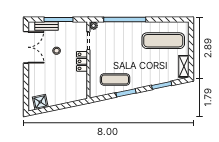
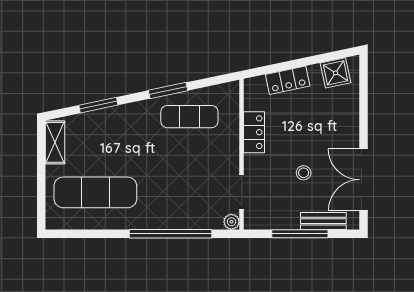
locker: (82, 61) -> (254, 132), moved
locker: (65, 98) -> (288, 80), added

